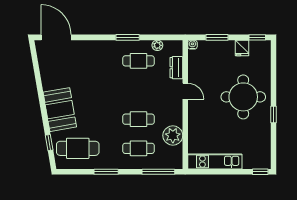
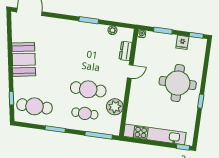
cafe table: (138, 61) -> (95, 41), removed
door: (185, 91) -> (130, 72), hinge flipped
booth: (60, 110) -> (24, 59), moved
cafe table: (138, 119) -> (88, 89), width x1.37, depth x1.35
kitchen unit: (215, 162) -> (155, 134), width x1.36

